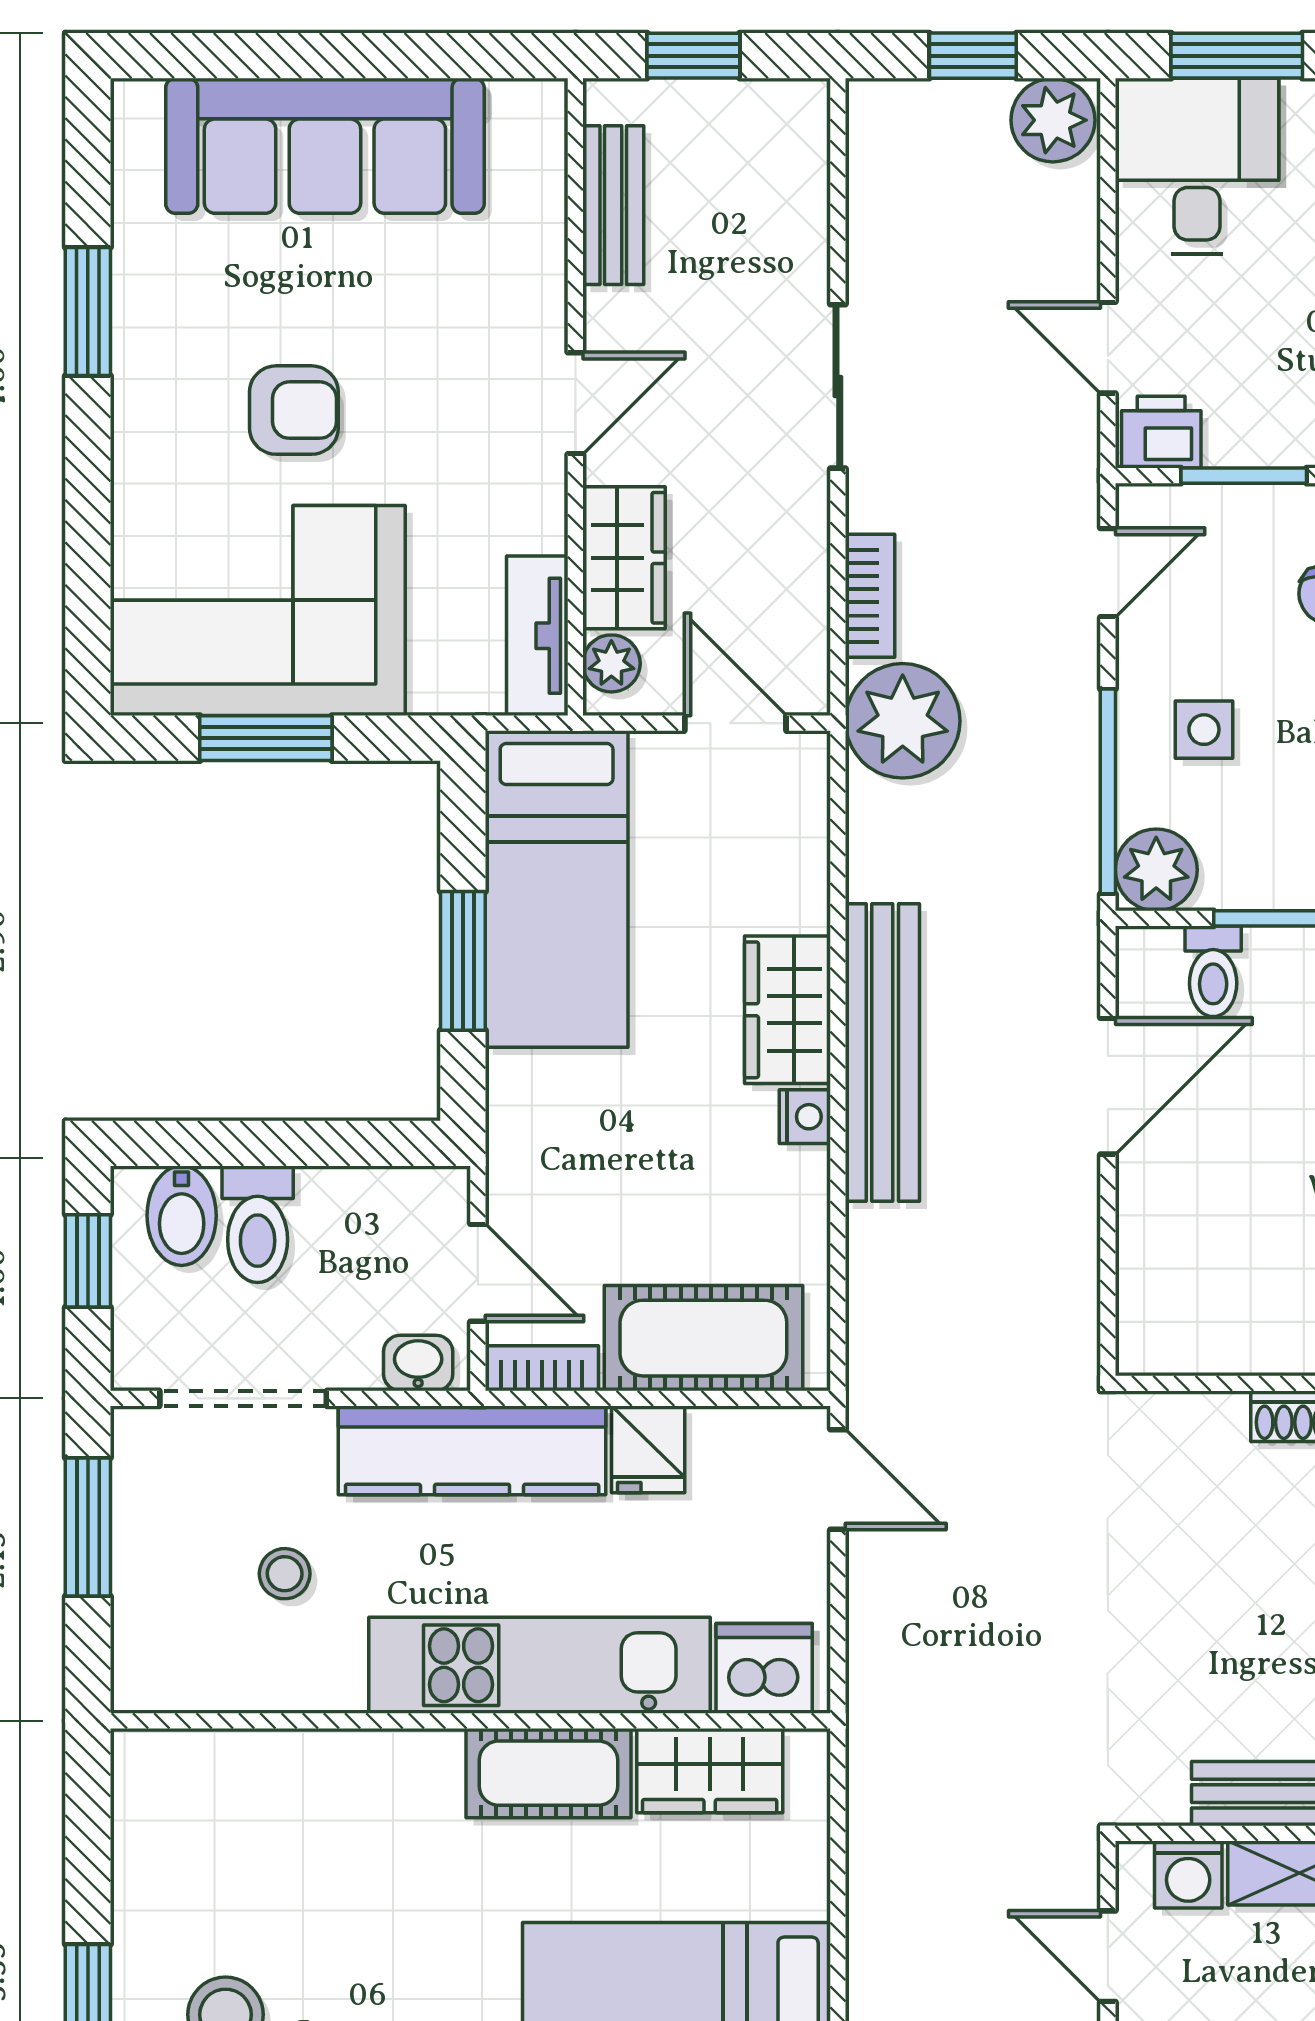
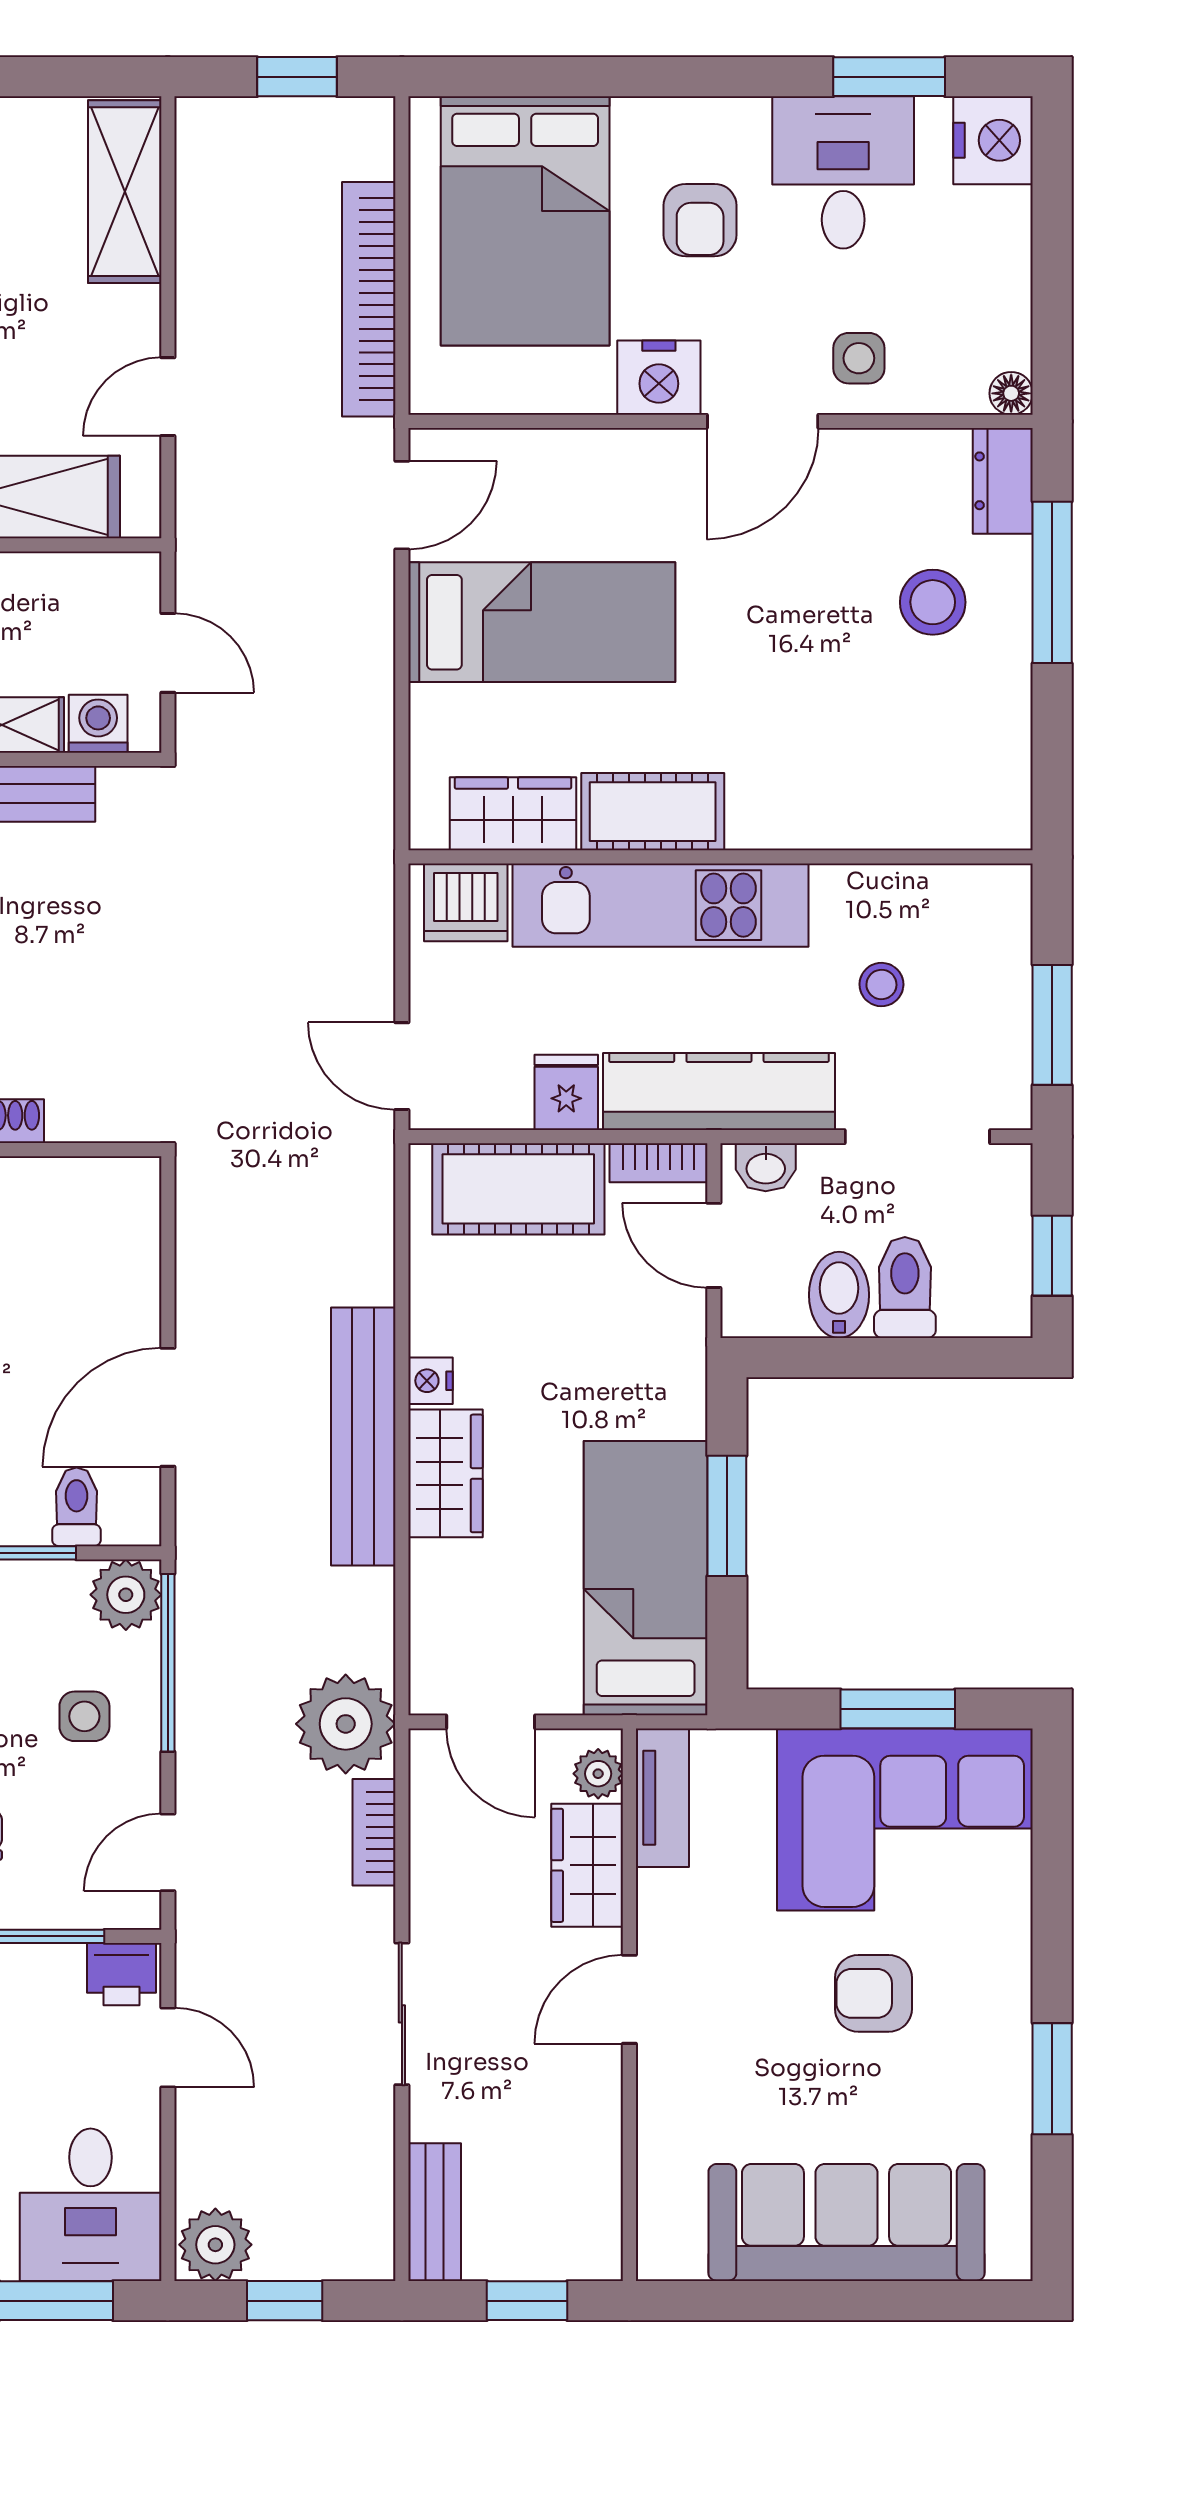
bench: (613, 205) -> (435, 2212), moved
bidet: (182, 1216) -> (839, 1295), moved

